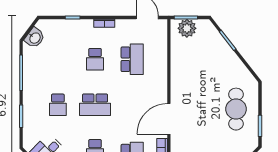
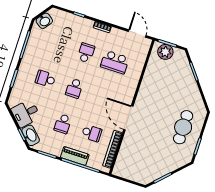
school desk: (95, 59) -> (86, 53), turned 180
school desk: (132, 59) -> (115, 62), turned 90
school desk: (58, 105) -> (45, 79), turned 90
school desk: (95, 105) -> (74, 88), width x0.54
door: (169, 119) -> (128, 118), hinge flipped

